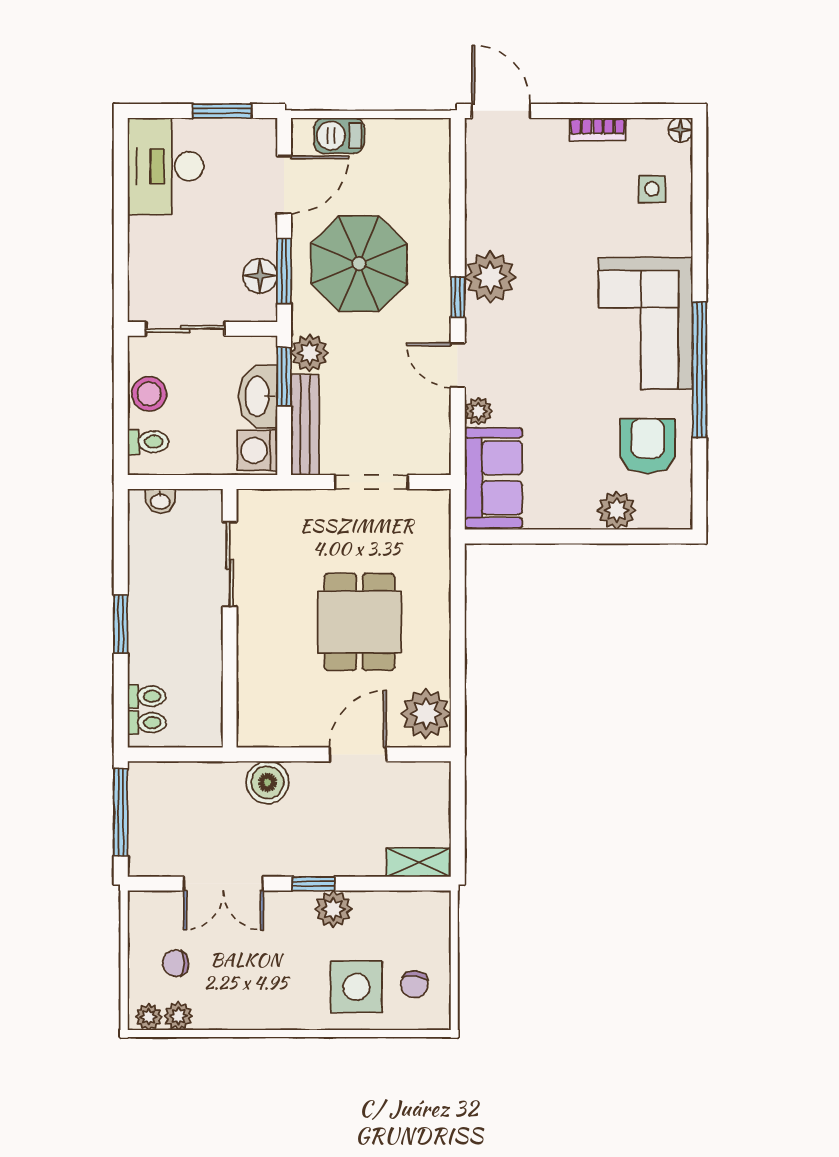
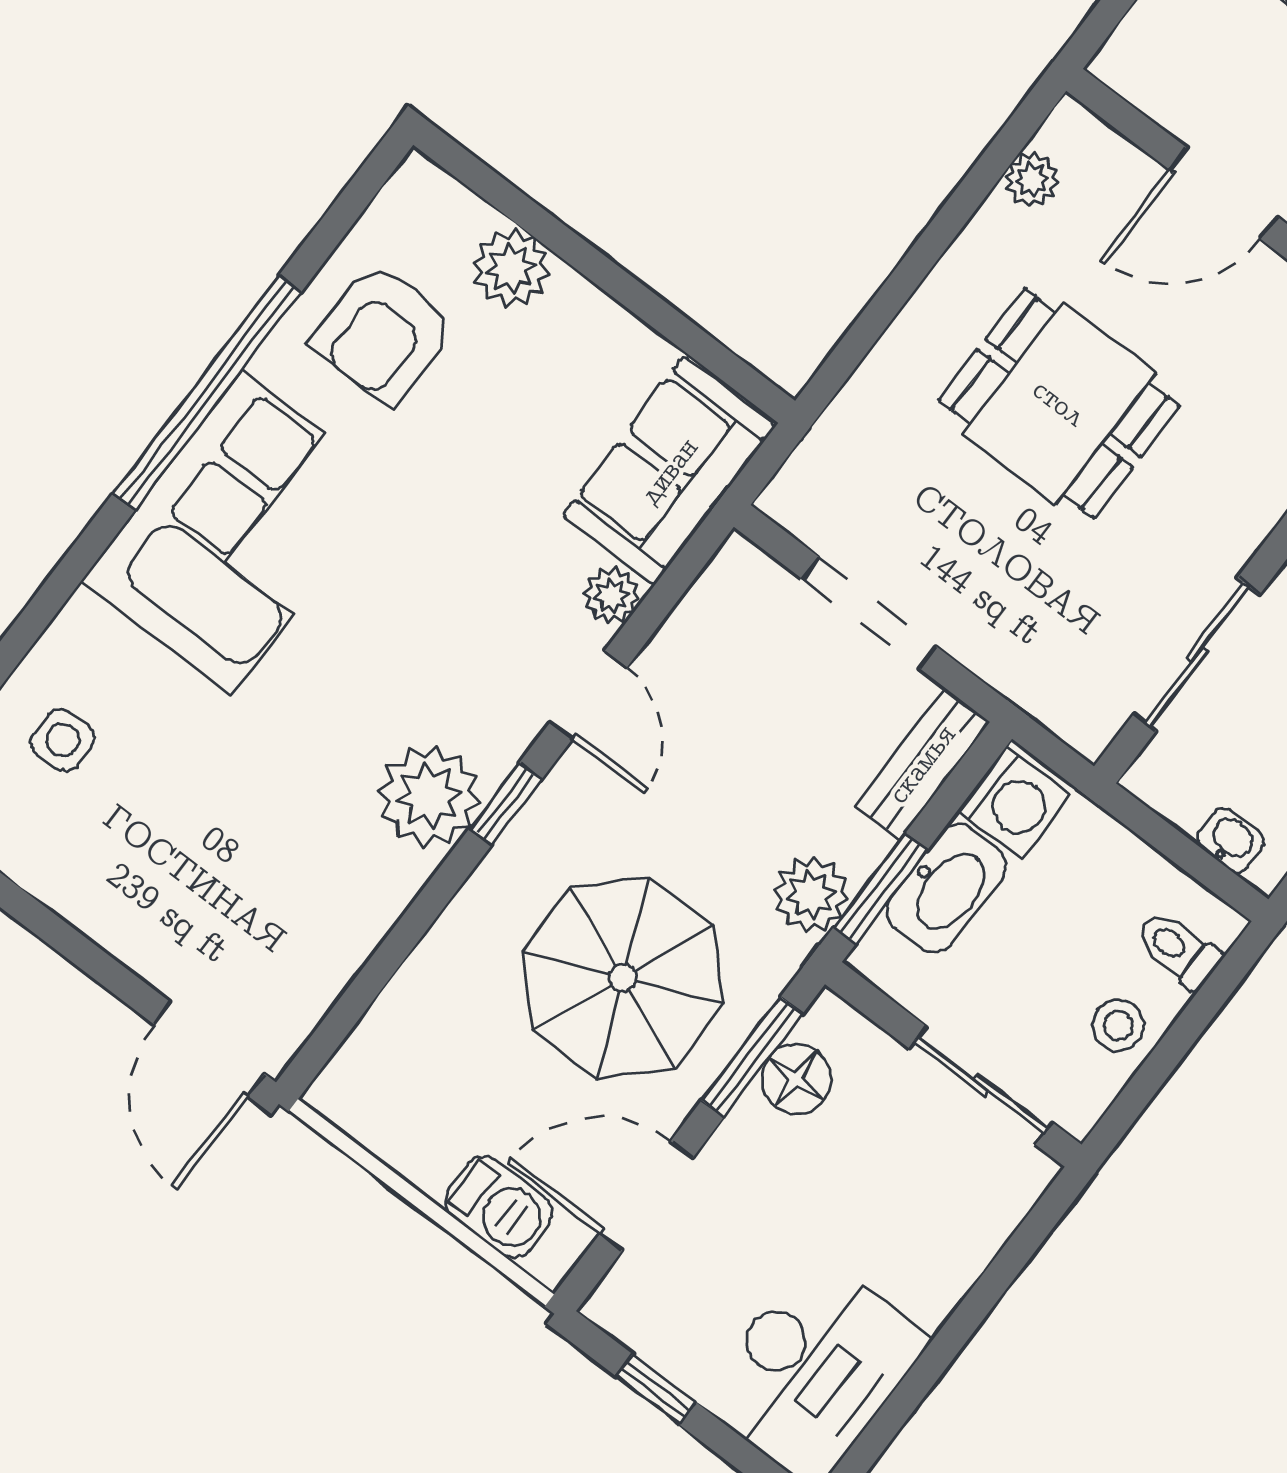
window: (222, 111) -> (656, 1389), width x0.67
bookcase: (598, 129) -> (77, 902), removed
stool: (149, 394) -> (1118, 1025), width x0.73, depth x0.73
bench: (305, 425) -> (922, 764), width x0.73
dining table: (359, 622) -> (1059, 403), turned 90
plant: (426, 714) -> (1032, 180), width x0.53, depth x0.53

